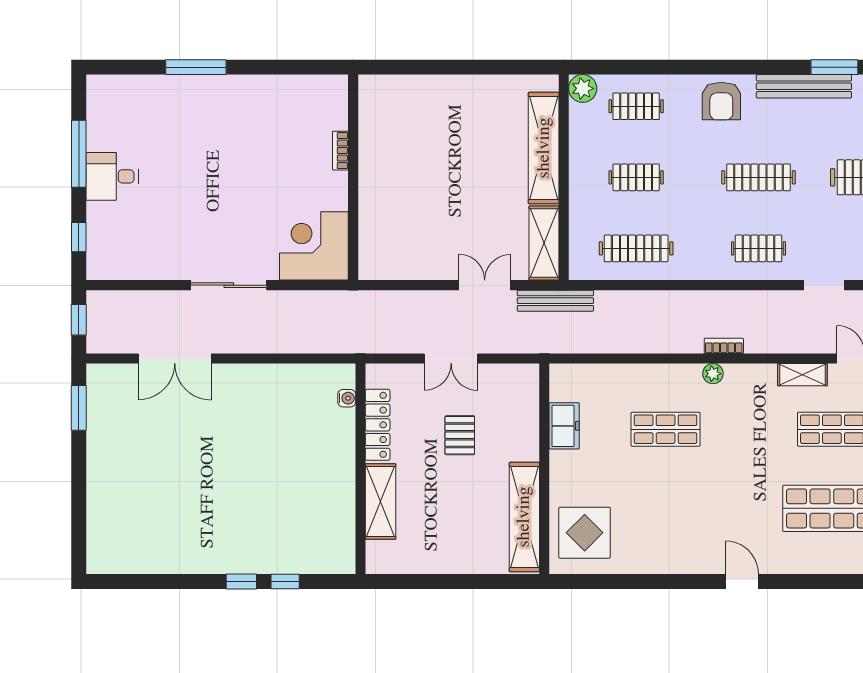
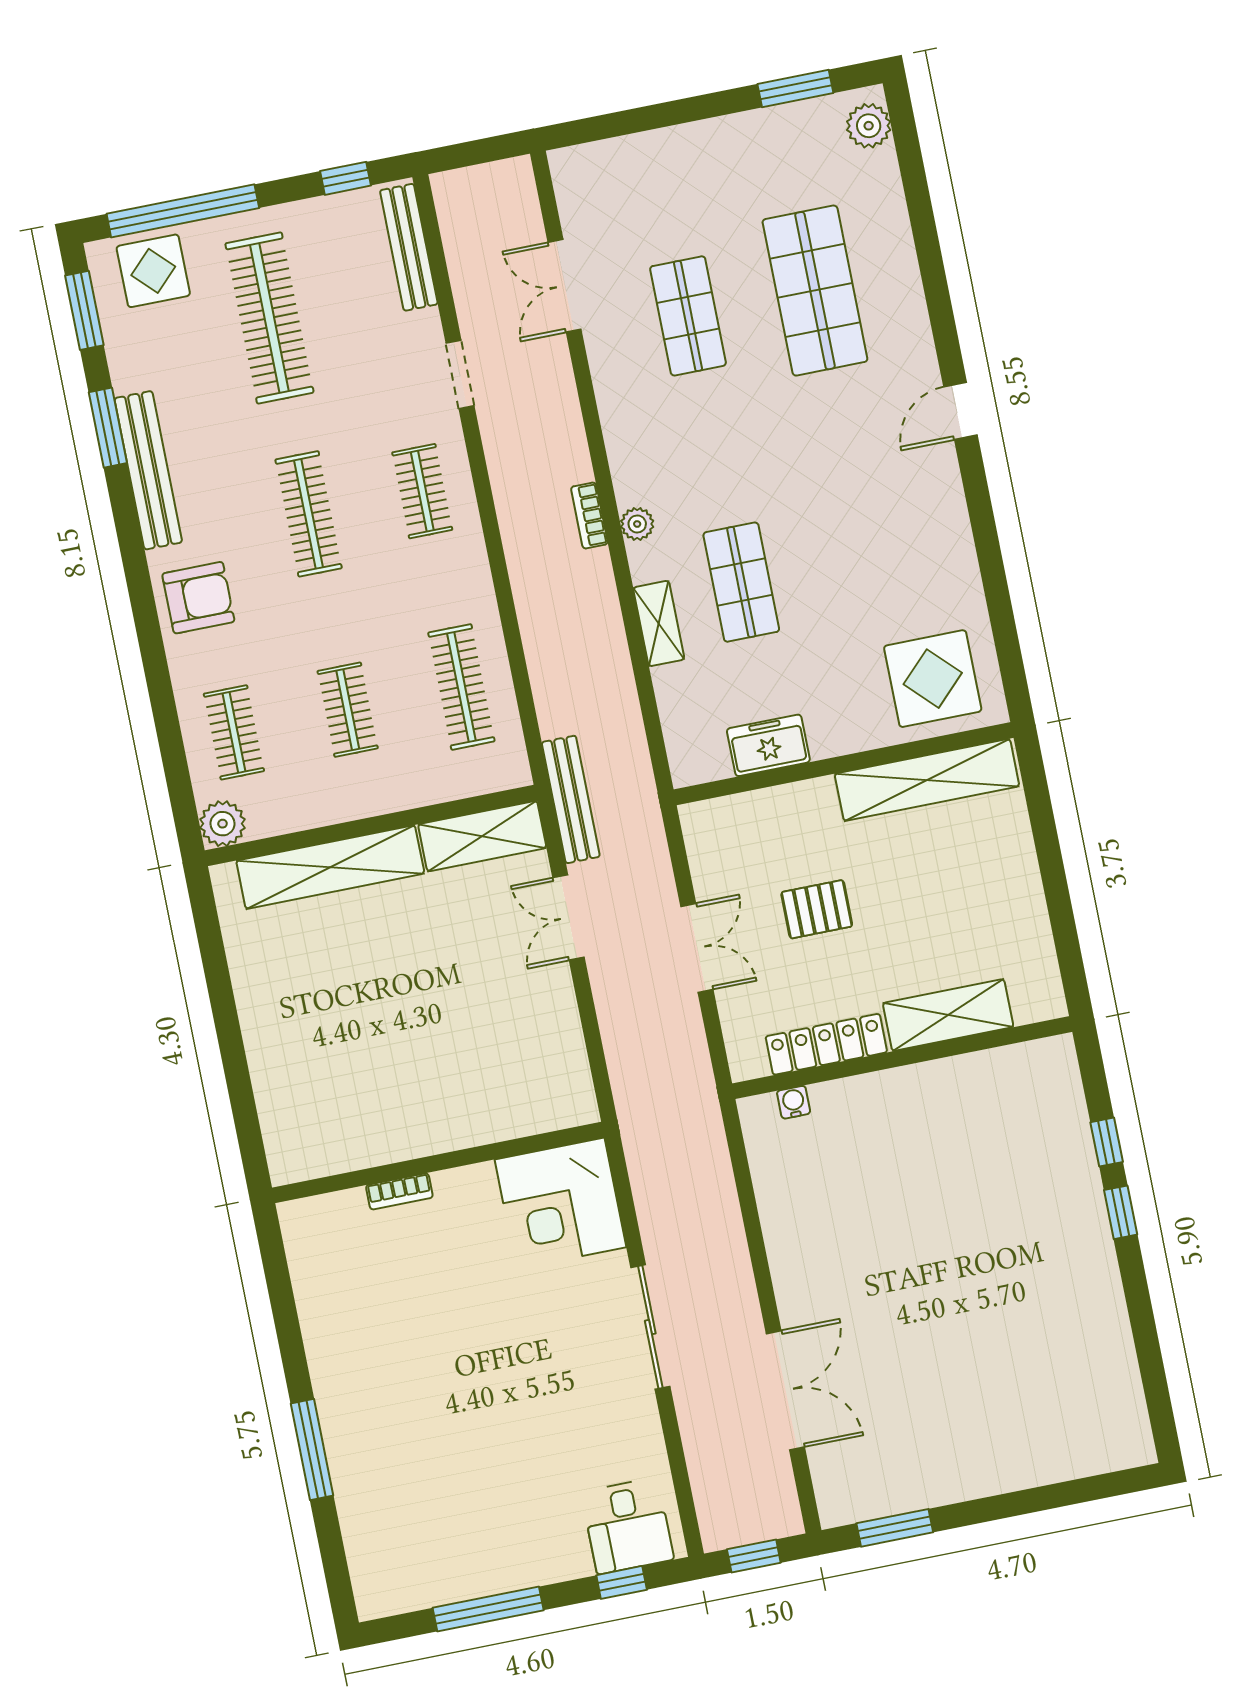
desk: (112, 176) -> (628, 1526), moved
shelving: (802, 375) -> (659, 623), moved

